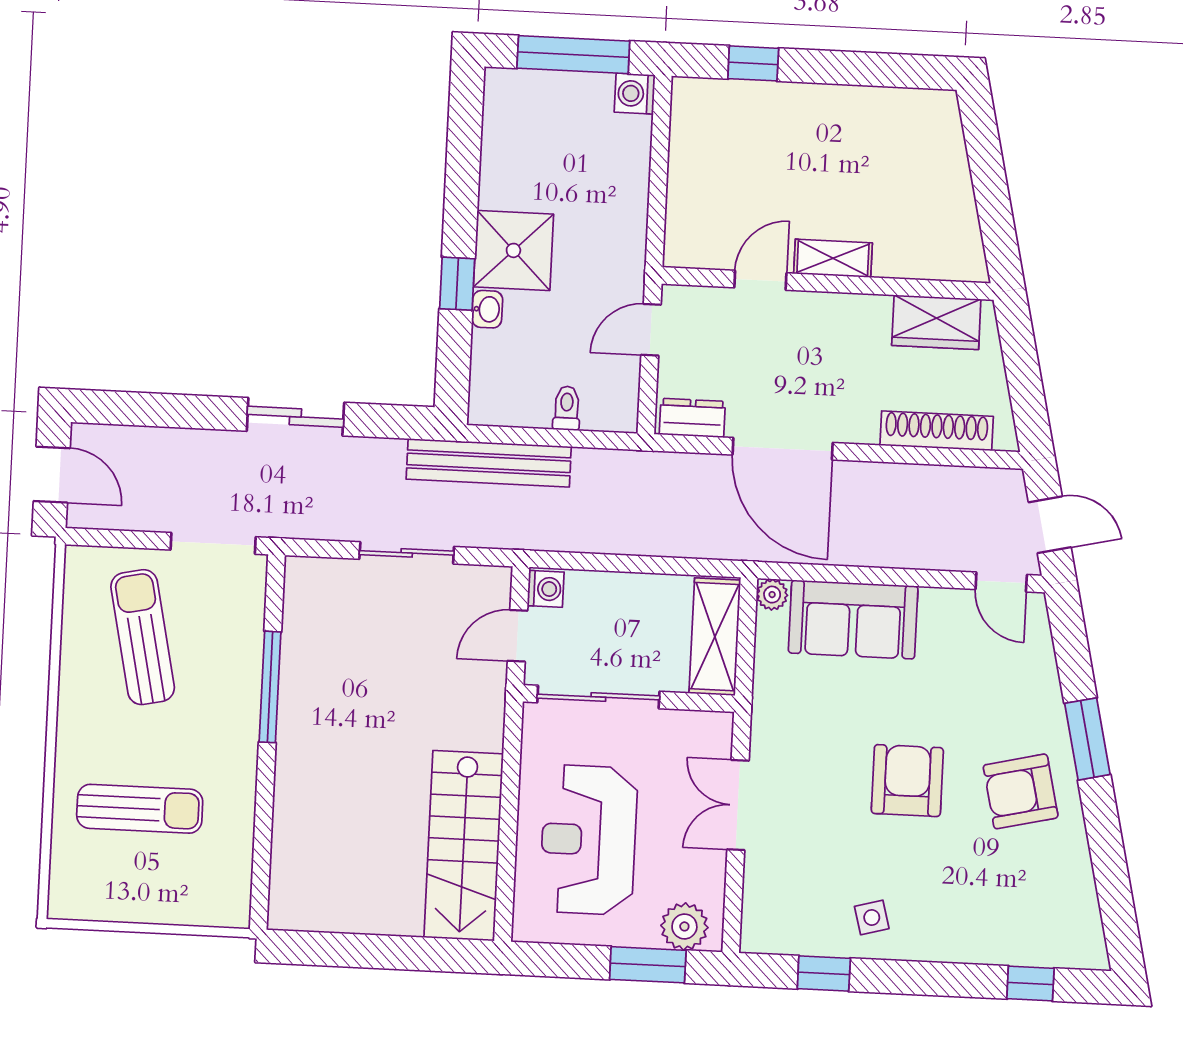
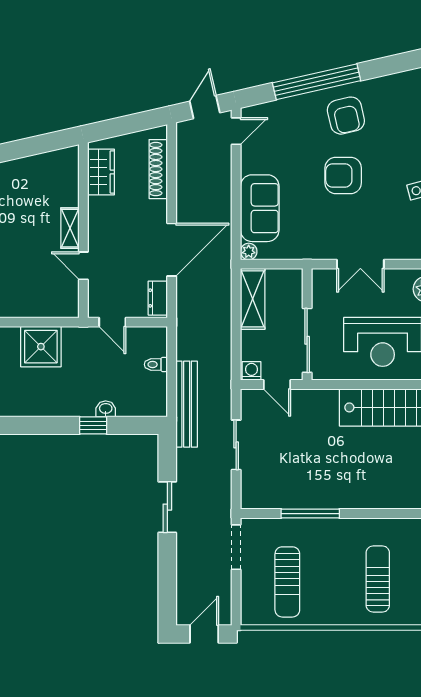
shower: (513, 250) -> (41, 347), moved
sun lounger: (143, 637) -> (287, 582), turned -78
shelving: (715, 637) -> (253, 299), moved, turned 90
window: (1087, 739) -> (317, 82), width x2.11

